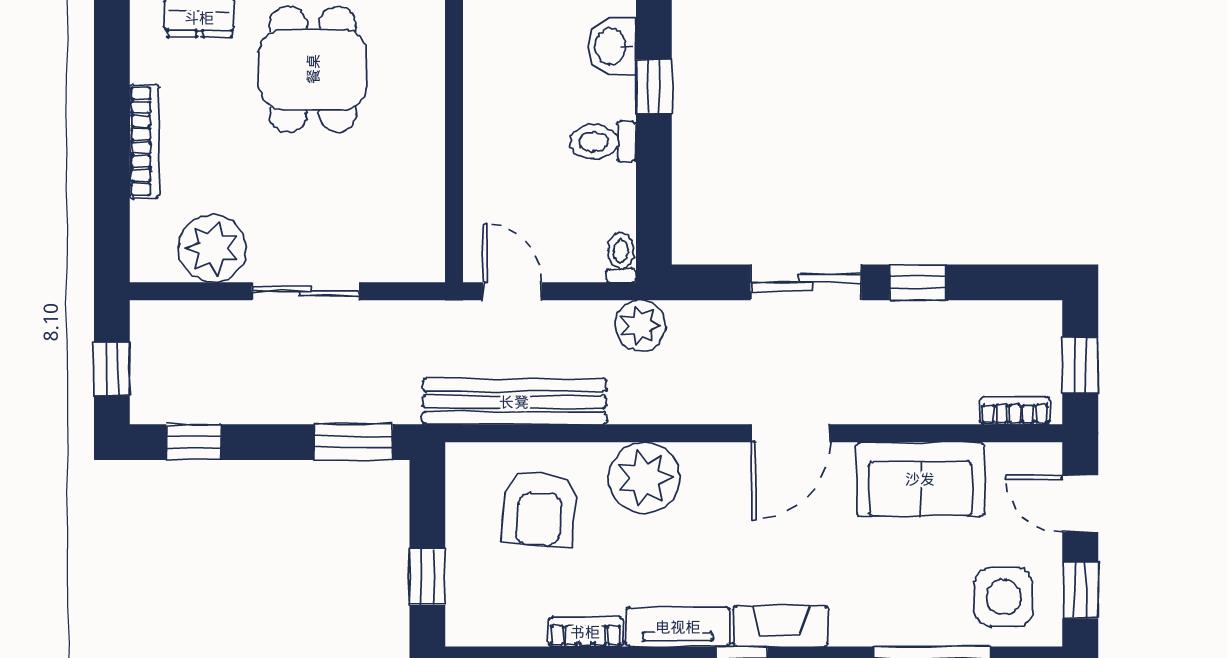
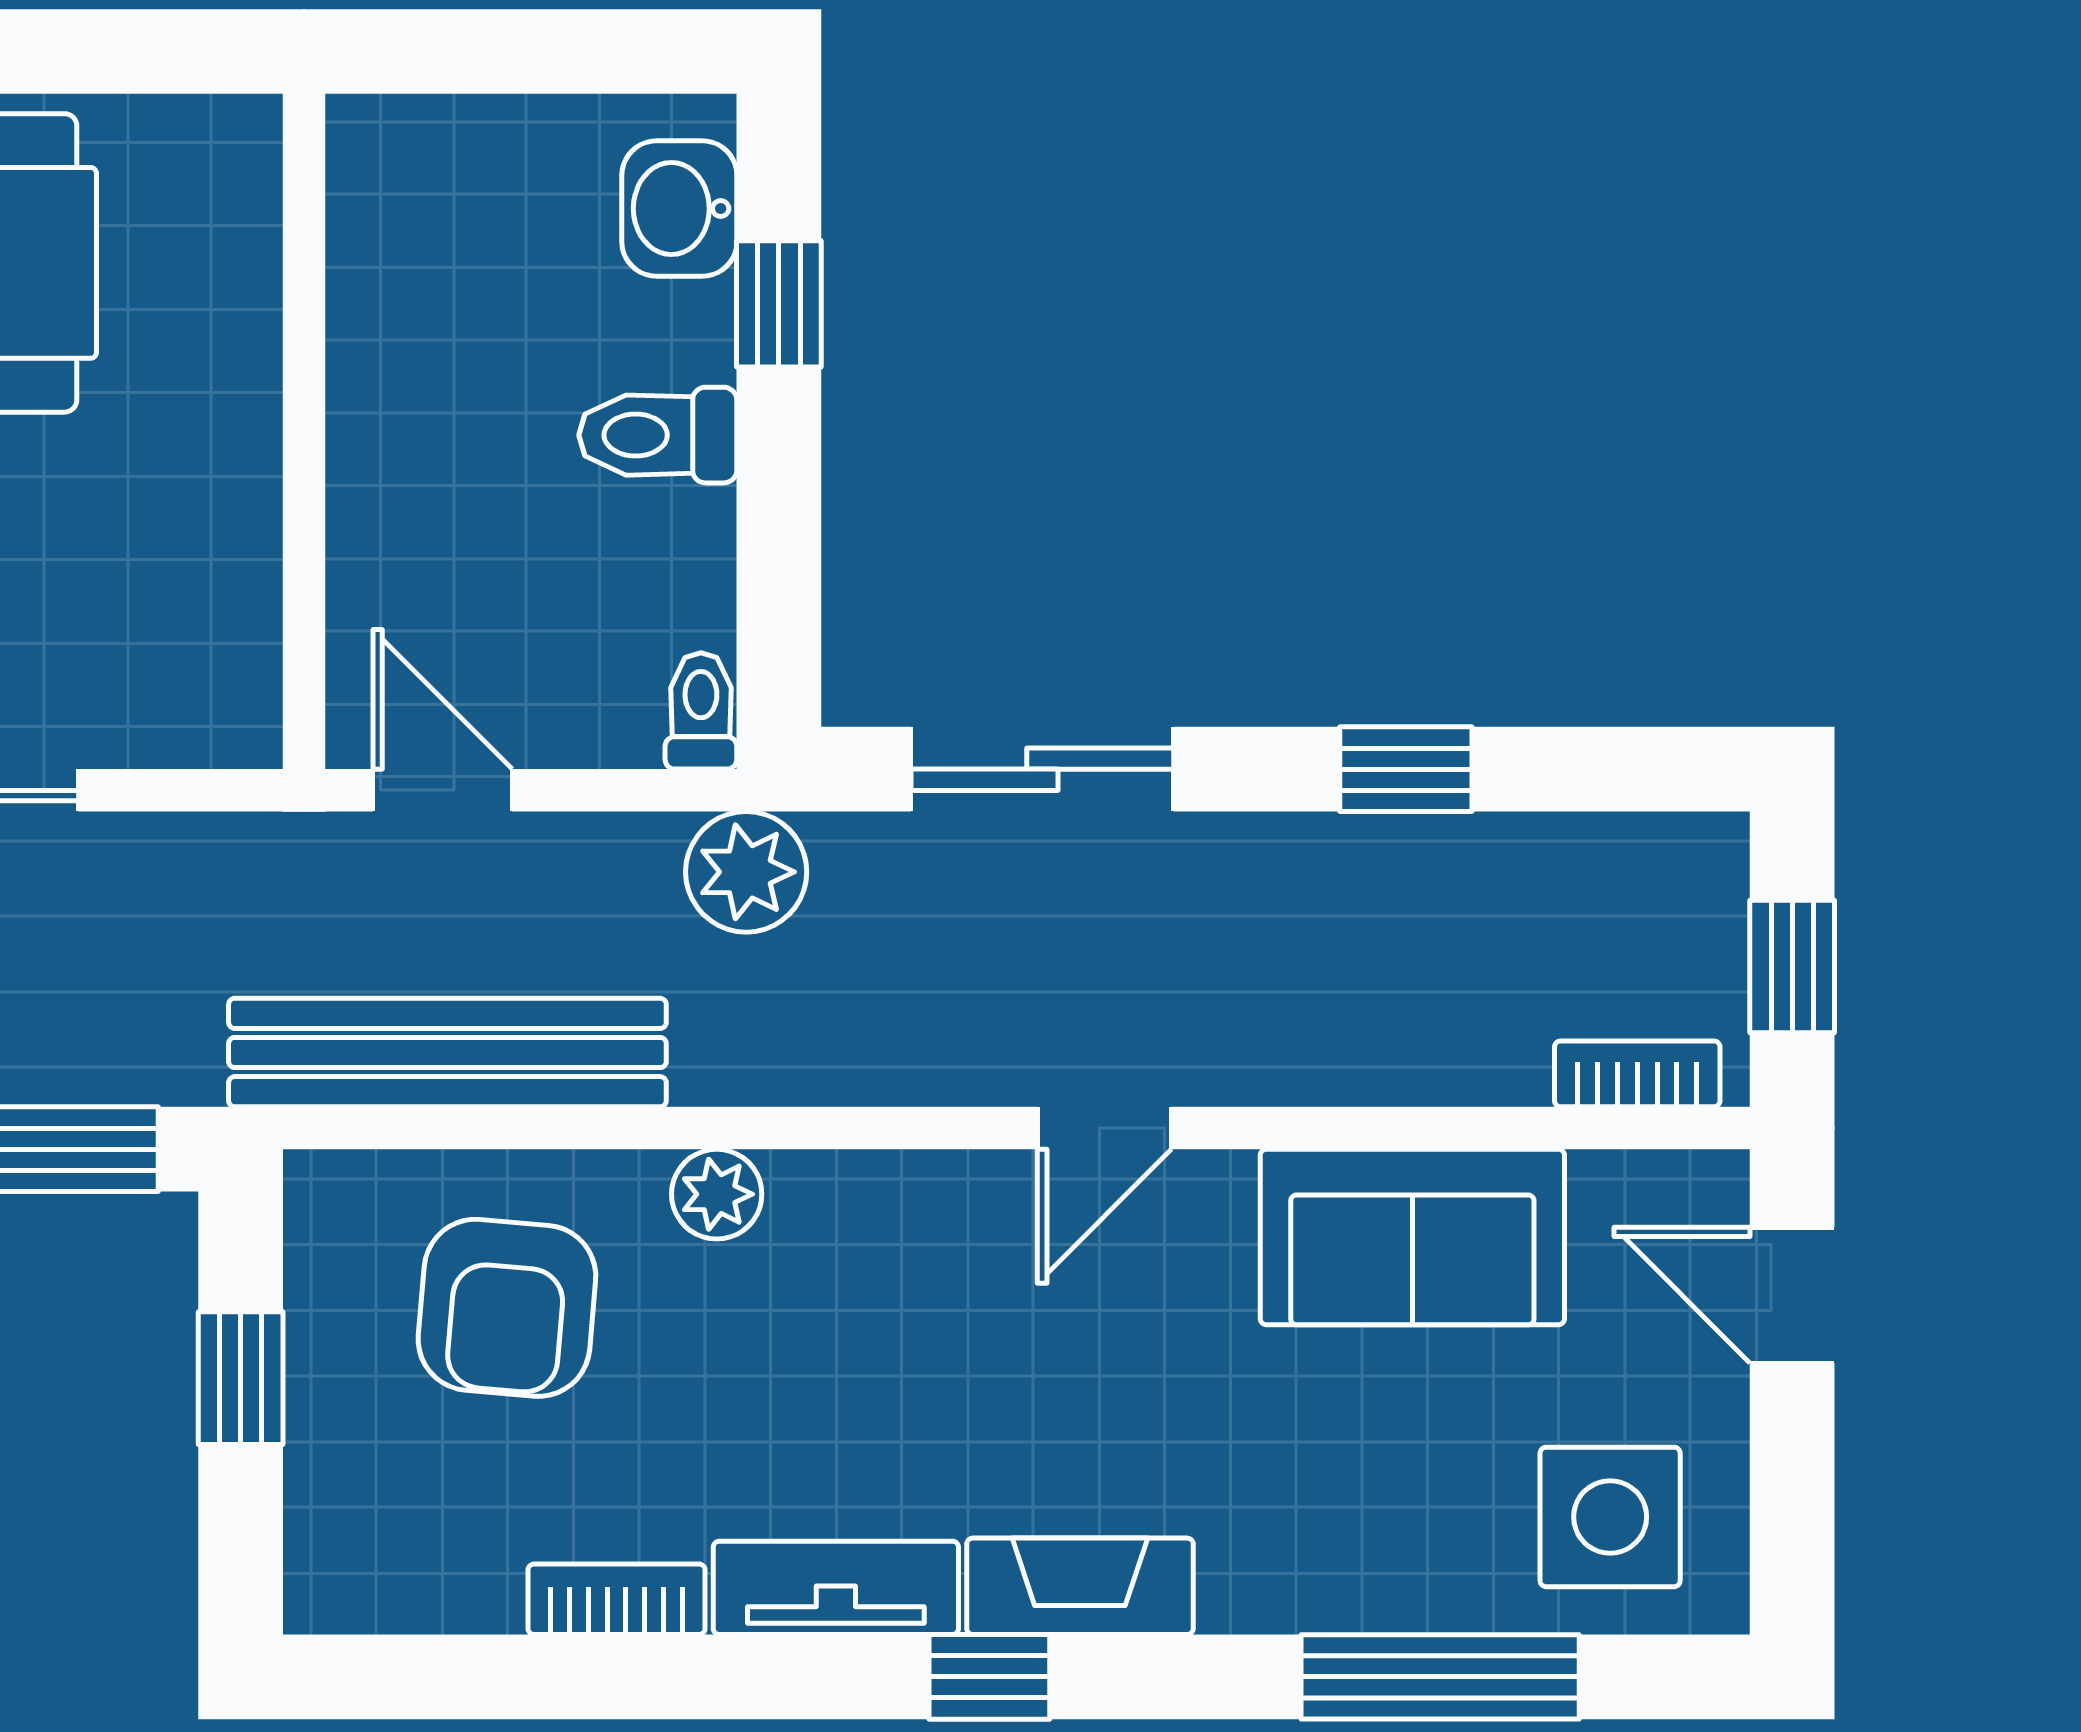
sliding door: (806, 282) -> (1042, 769), moved
door: (791, 433) -> (1104, 1128), width x0.73
plant: (644, 478) -> (717, 1194), width x0.53, depth x0.53
window: (427, 577) -> (241, 1378), moved
window: (1080, 590) -> (1792, 1500), removed

